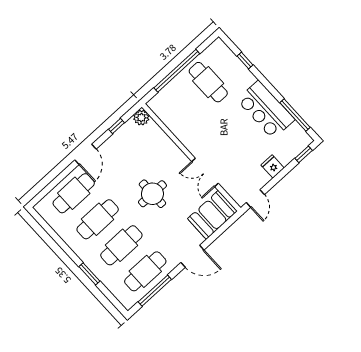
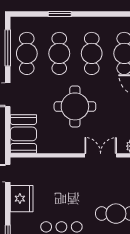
fridge: (273, 166) -> (22, 199), width x1.88, depth x1.34
double door: (205, 172) -> (101, 155), moved
round table: (152, 194) -> (75, 106), width x1.36, depth x1.36

